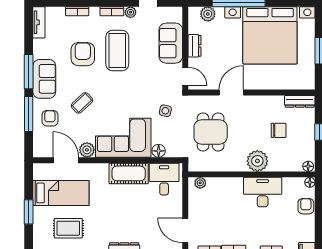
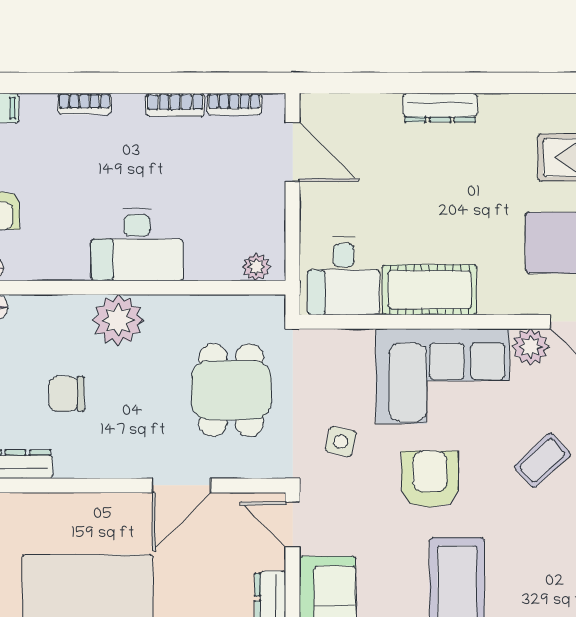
armchair: (83, 54) -> (430, 479), moved, turned 180
floor lamp: (159, 151) -> (357, 345), removed
desk: (263, 192) -> (137, 245), moved

